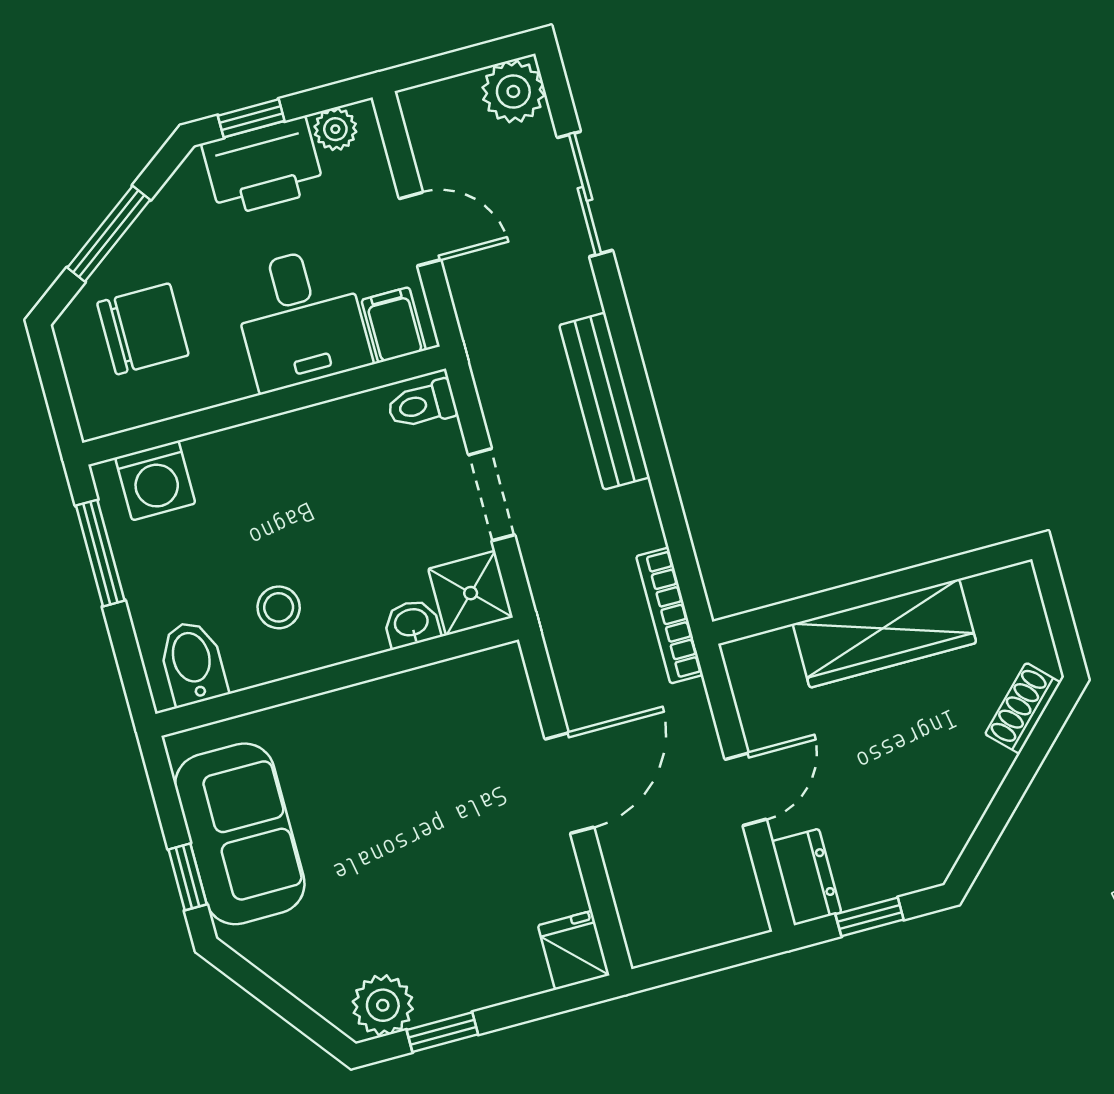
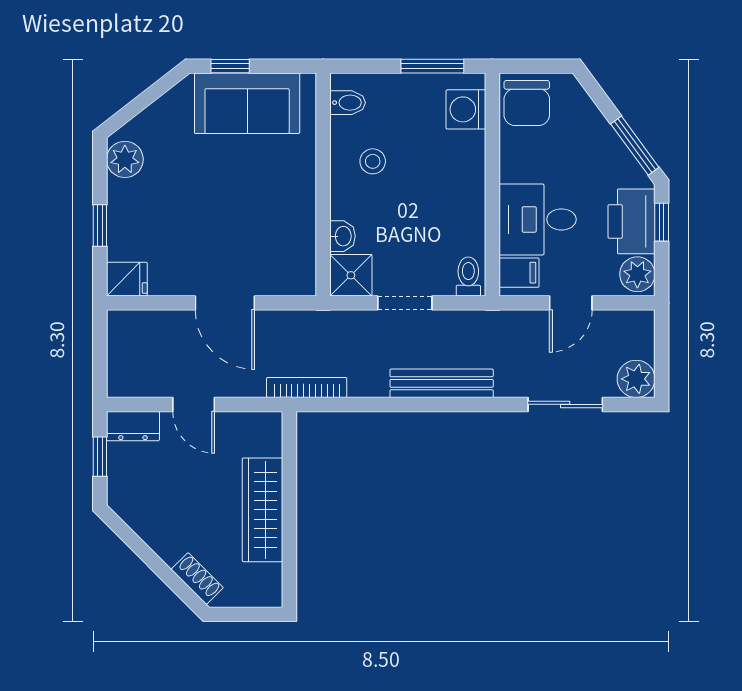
plant: (335, 129) -> (637, 274), width x1.38, depth x1.38
window: (109, 234) -> (635, 146), moved
chair: (143, 329) -> (527, 103), moved
bidet: (193, 663) -> (348, 103), width x0.72, depth x0.74
window: (442, 1032) -> (100, 225), moved

